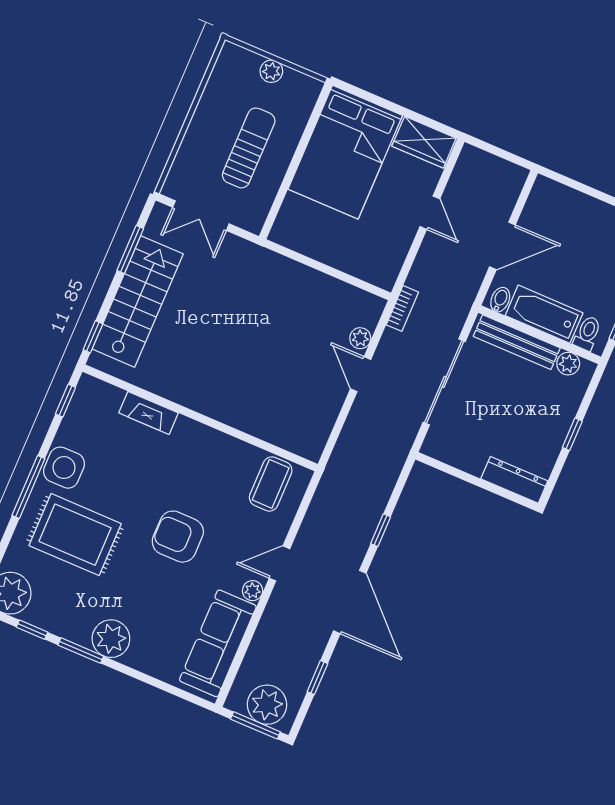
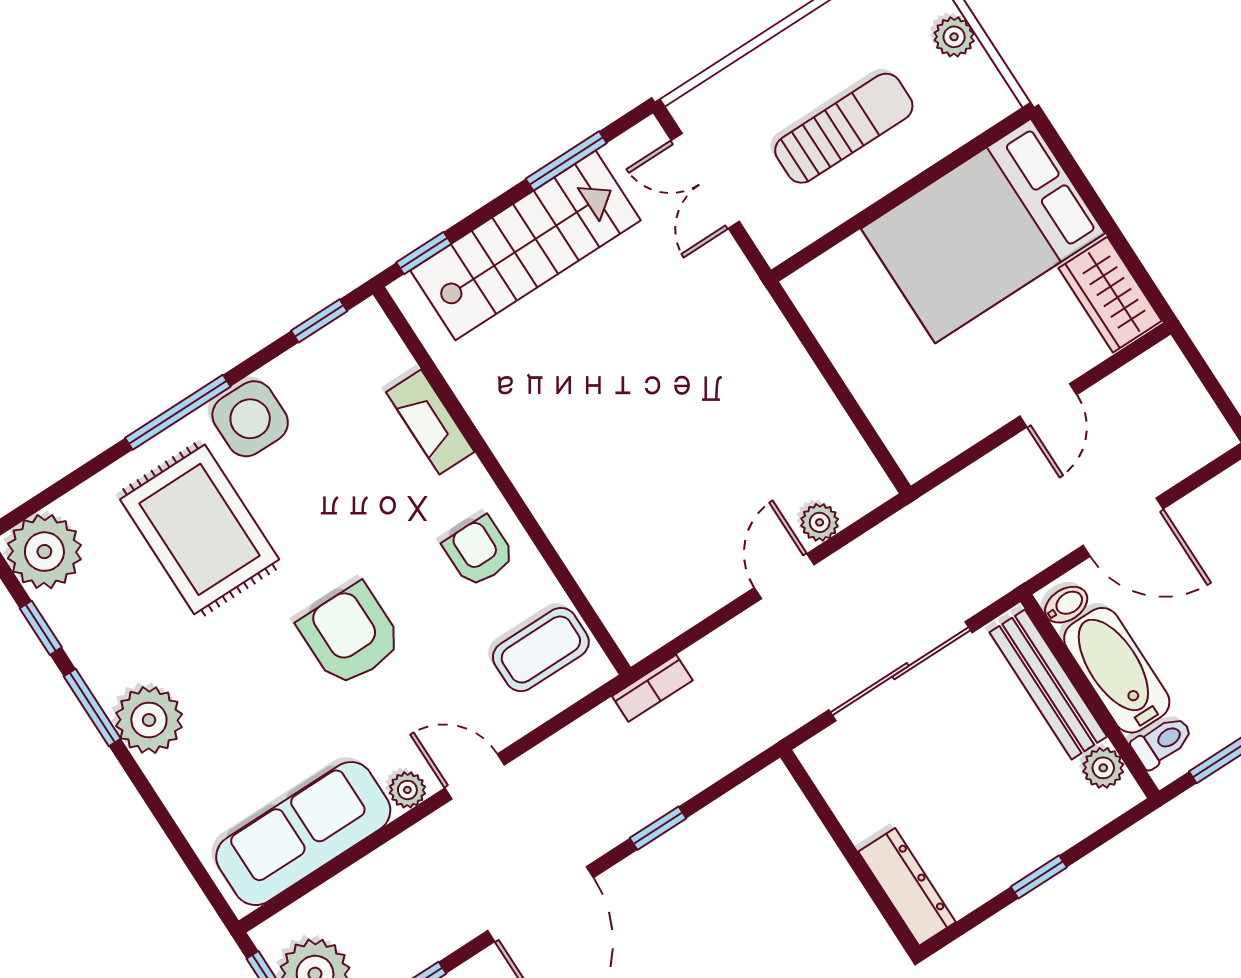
bookcase: (402, 308) -> (652, 688), moved
armchair: (211, 458) -> (479, 552), added

